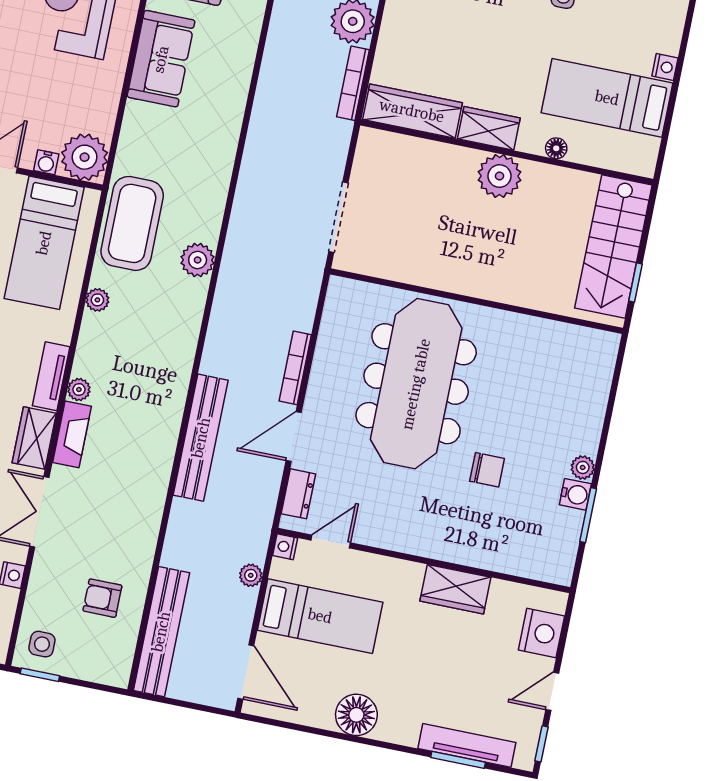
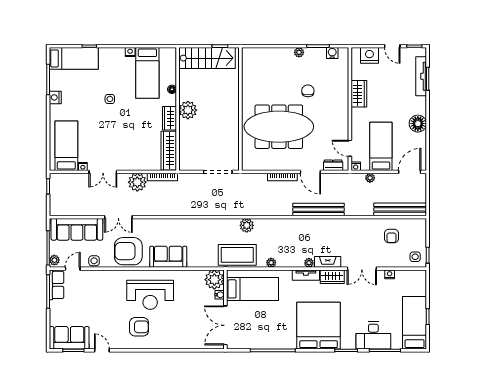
water cooler: (575, 494) -> (332, 53), moved

